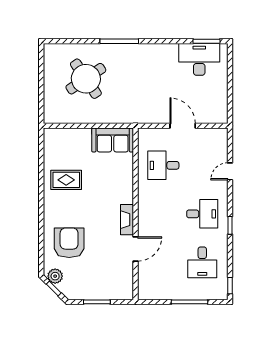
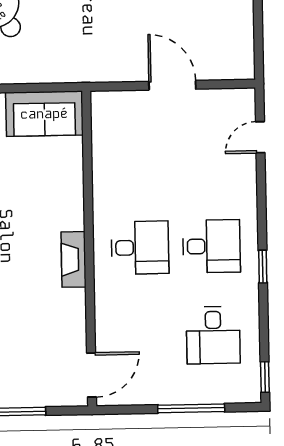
desk: (163, 165) -> (140, 248), moved, turned 180
door: (230, 171) -> (260, 137), moved
door: (136, 249) -> (92, 375), moved

